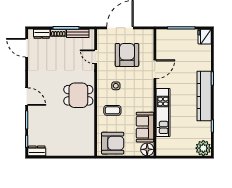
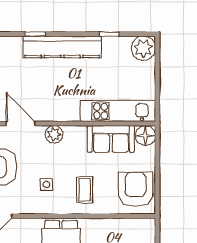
plant: (148, 91) -> (54, 134), added
kitchen unit: (163, 113) -> (118, 111), moved

